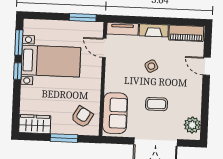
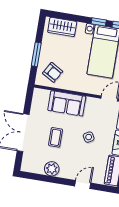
sofa: (115, 113) -> (67, 103), moved
wardrobe: (35, 124) -> (62, 27), moved, turned 90
plant: (192, 125) -> (52, 169), moved

